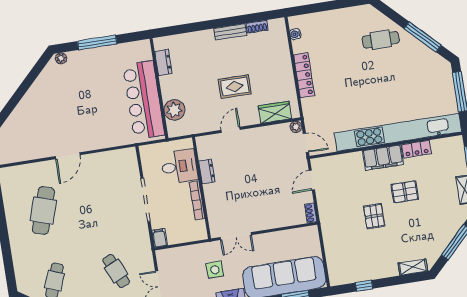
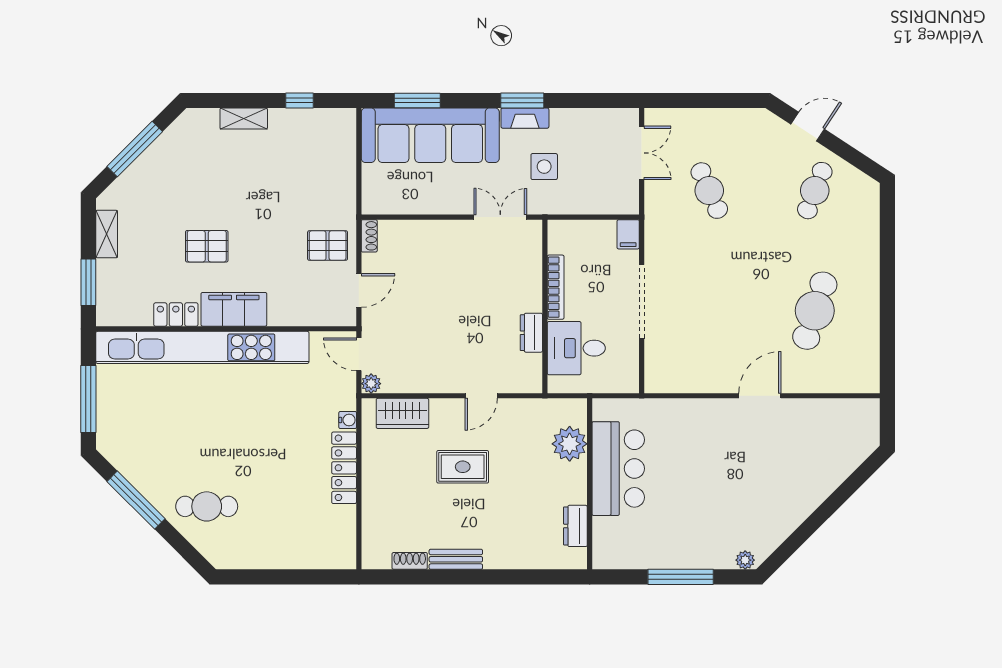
water cooler: (295, 34) -> (348, 420), moved
bar counter: (144, 100) -> (618, 469), width x0.73
pallet: (374, 216) -> (328, 246), moved, turned 90
shelving: (413, 267) -> (244, 119), moved

